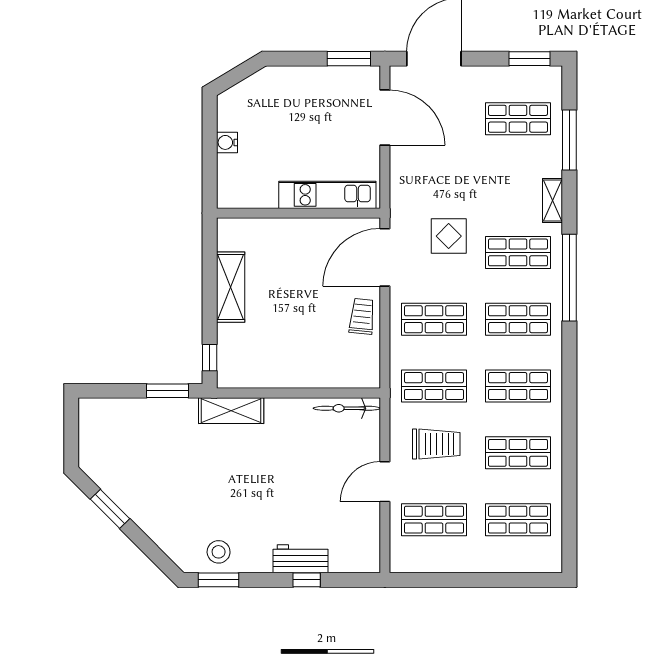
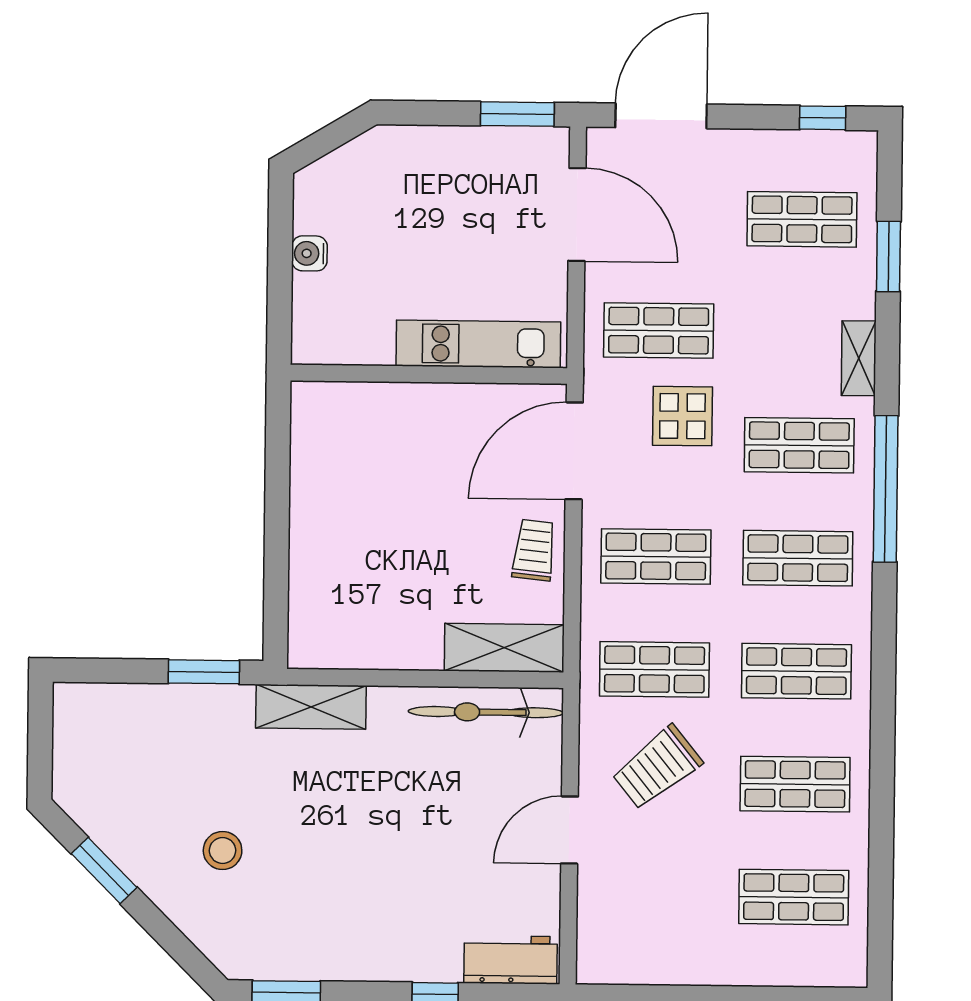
window: (529, 59) -> (823, 118), width x0.67
window: (569, 140) -> (888, 256), width x0.69
shelving: (231, 287) -> (504, 648), moved, turned 90
window: (210, 358) -> (276, 617), removed
bicycle: (347, 408) -> (486, 712), width x1.37, depth x1.40
trolley: (436, 444) -> (657, 767), turned 141
shop shelf: (434, 520) -> (659, 331), moved
stool: (219, 552) -> (223, 851), moved
workbench: (300, 559) -> (511, 960), moved

